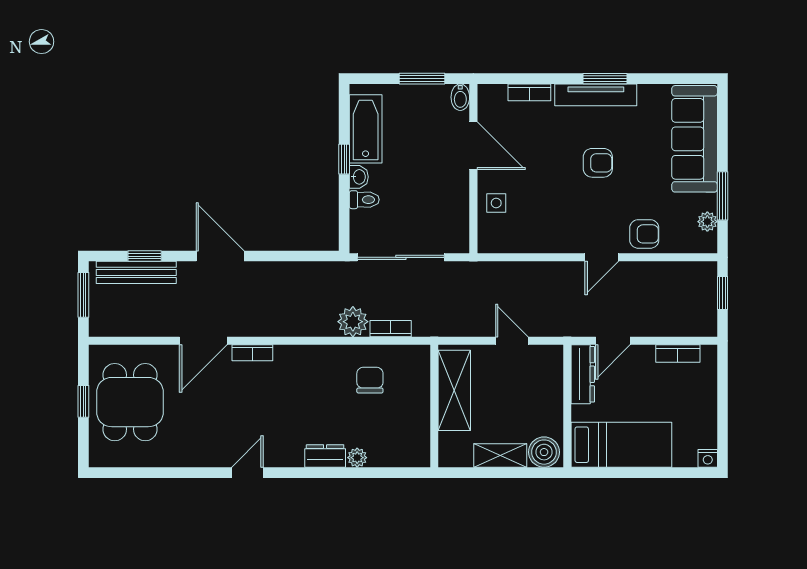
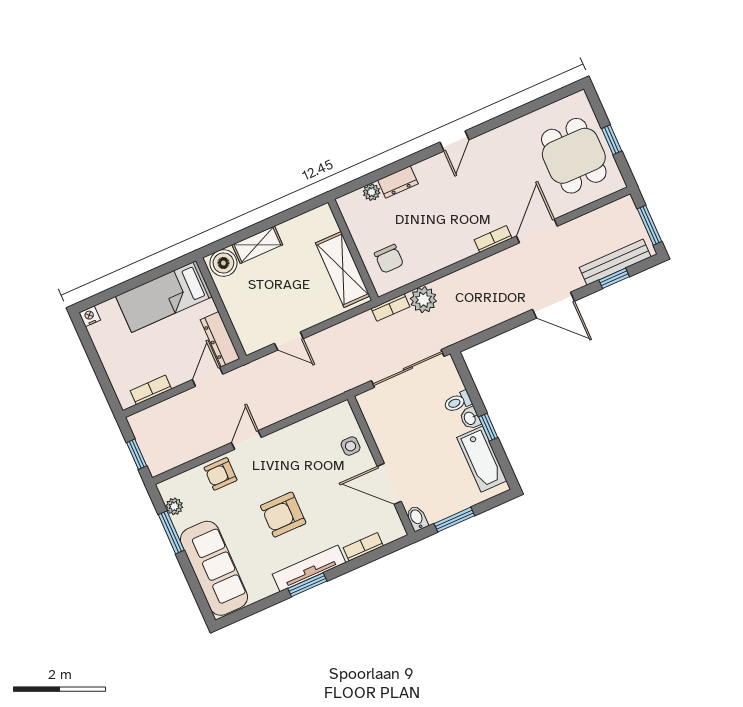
armchair: (598, 163) -> (283, 515), width x1.38, depth x1.38
shelving: (454, 390) -> (343, 269), moved
wall: (434, 406) -> (353, 250), moved

